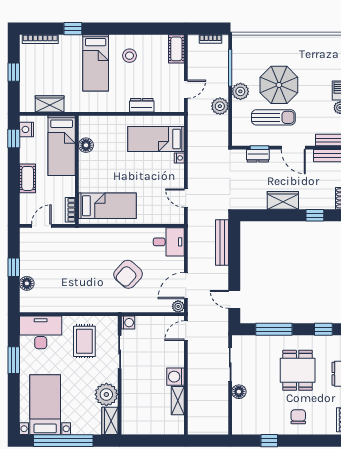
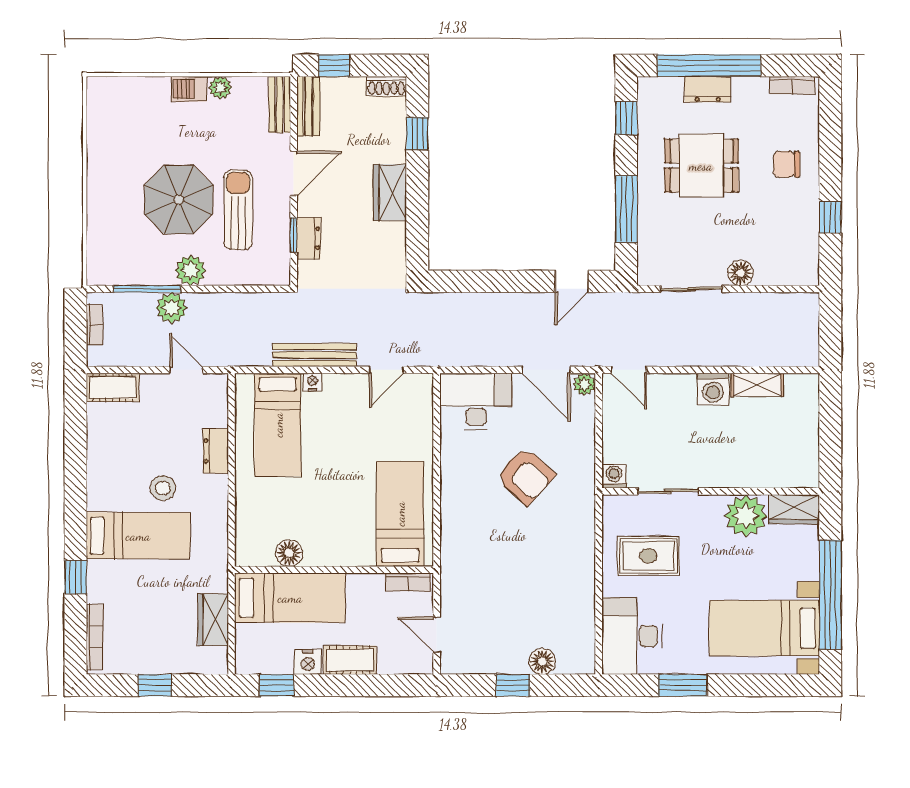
stool: (129, 56) -> (163, 488), moved
plant: (220, 106) -> (171, 308), moved
nightstand: (27, 129) -> (308, 662), moved
desk: (169, 242) -> (476, 402), width x1.37
bench: (222, 242) -> (314, 355), moved

